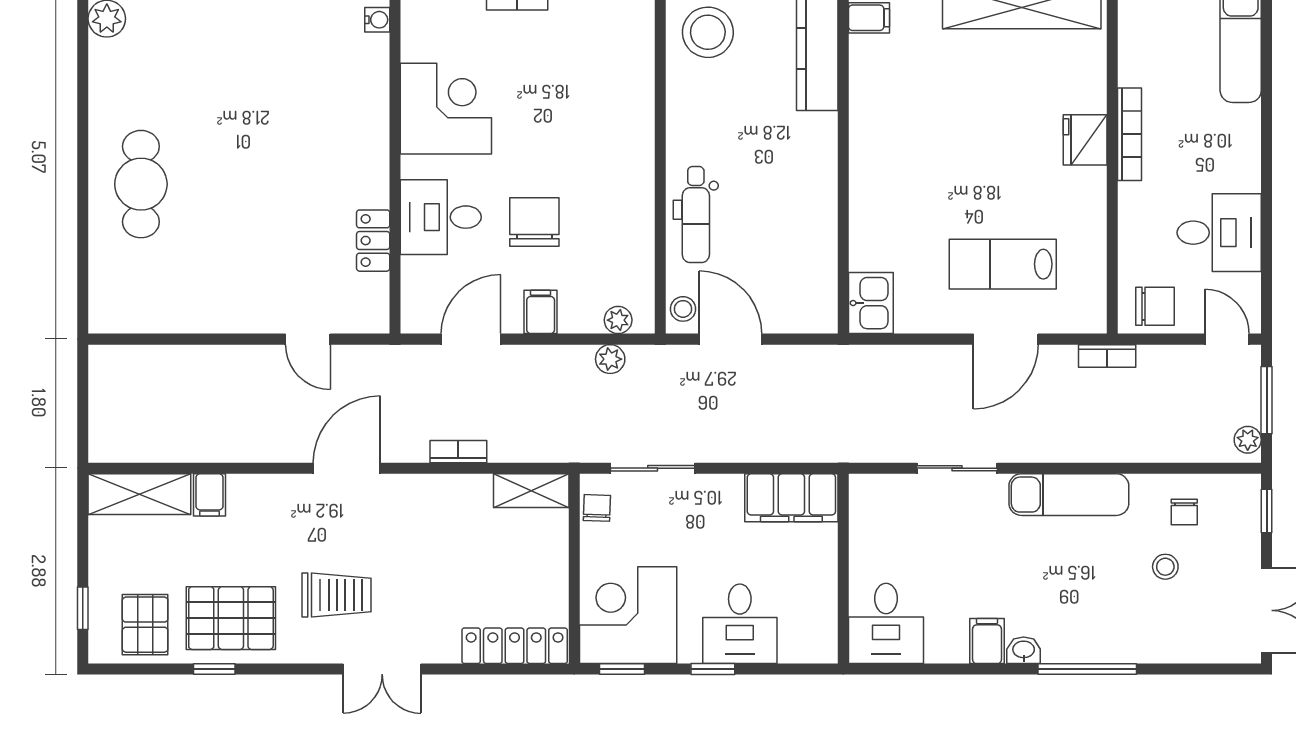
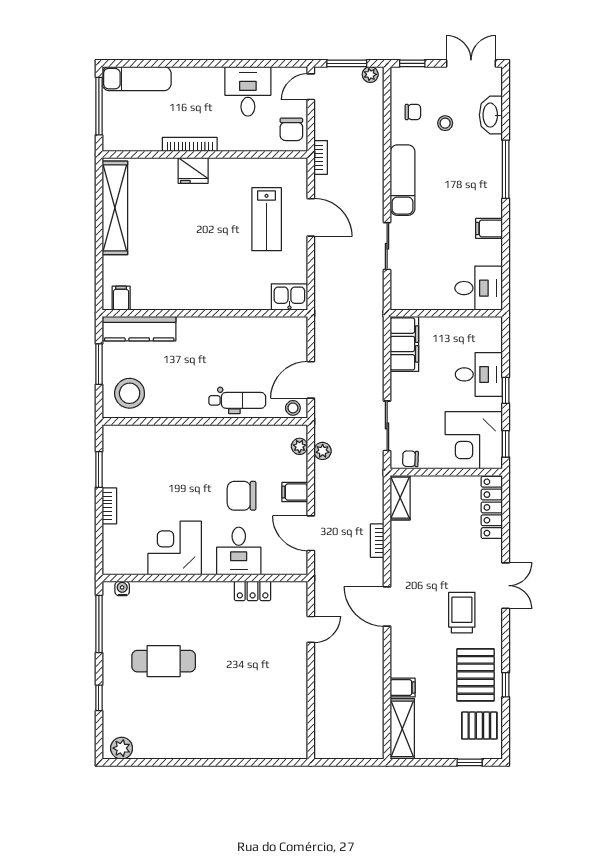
cafe table: (141, 184) -> (164, 661), moved
chair: (1155, 306) -> (291, 129), turned 180
washbasin: (1024, 650) -> (491, 115), moved, width x1.91, depth x1.45

